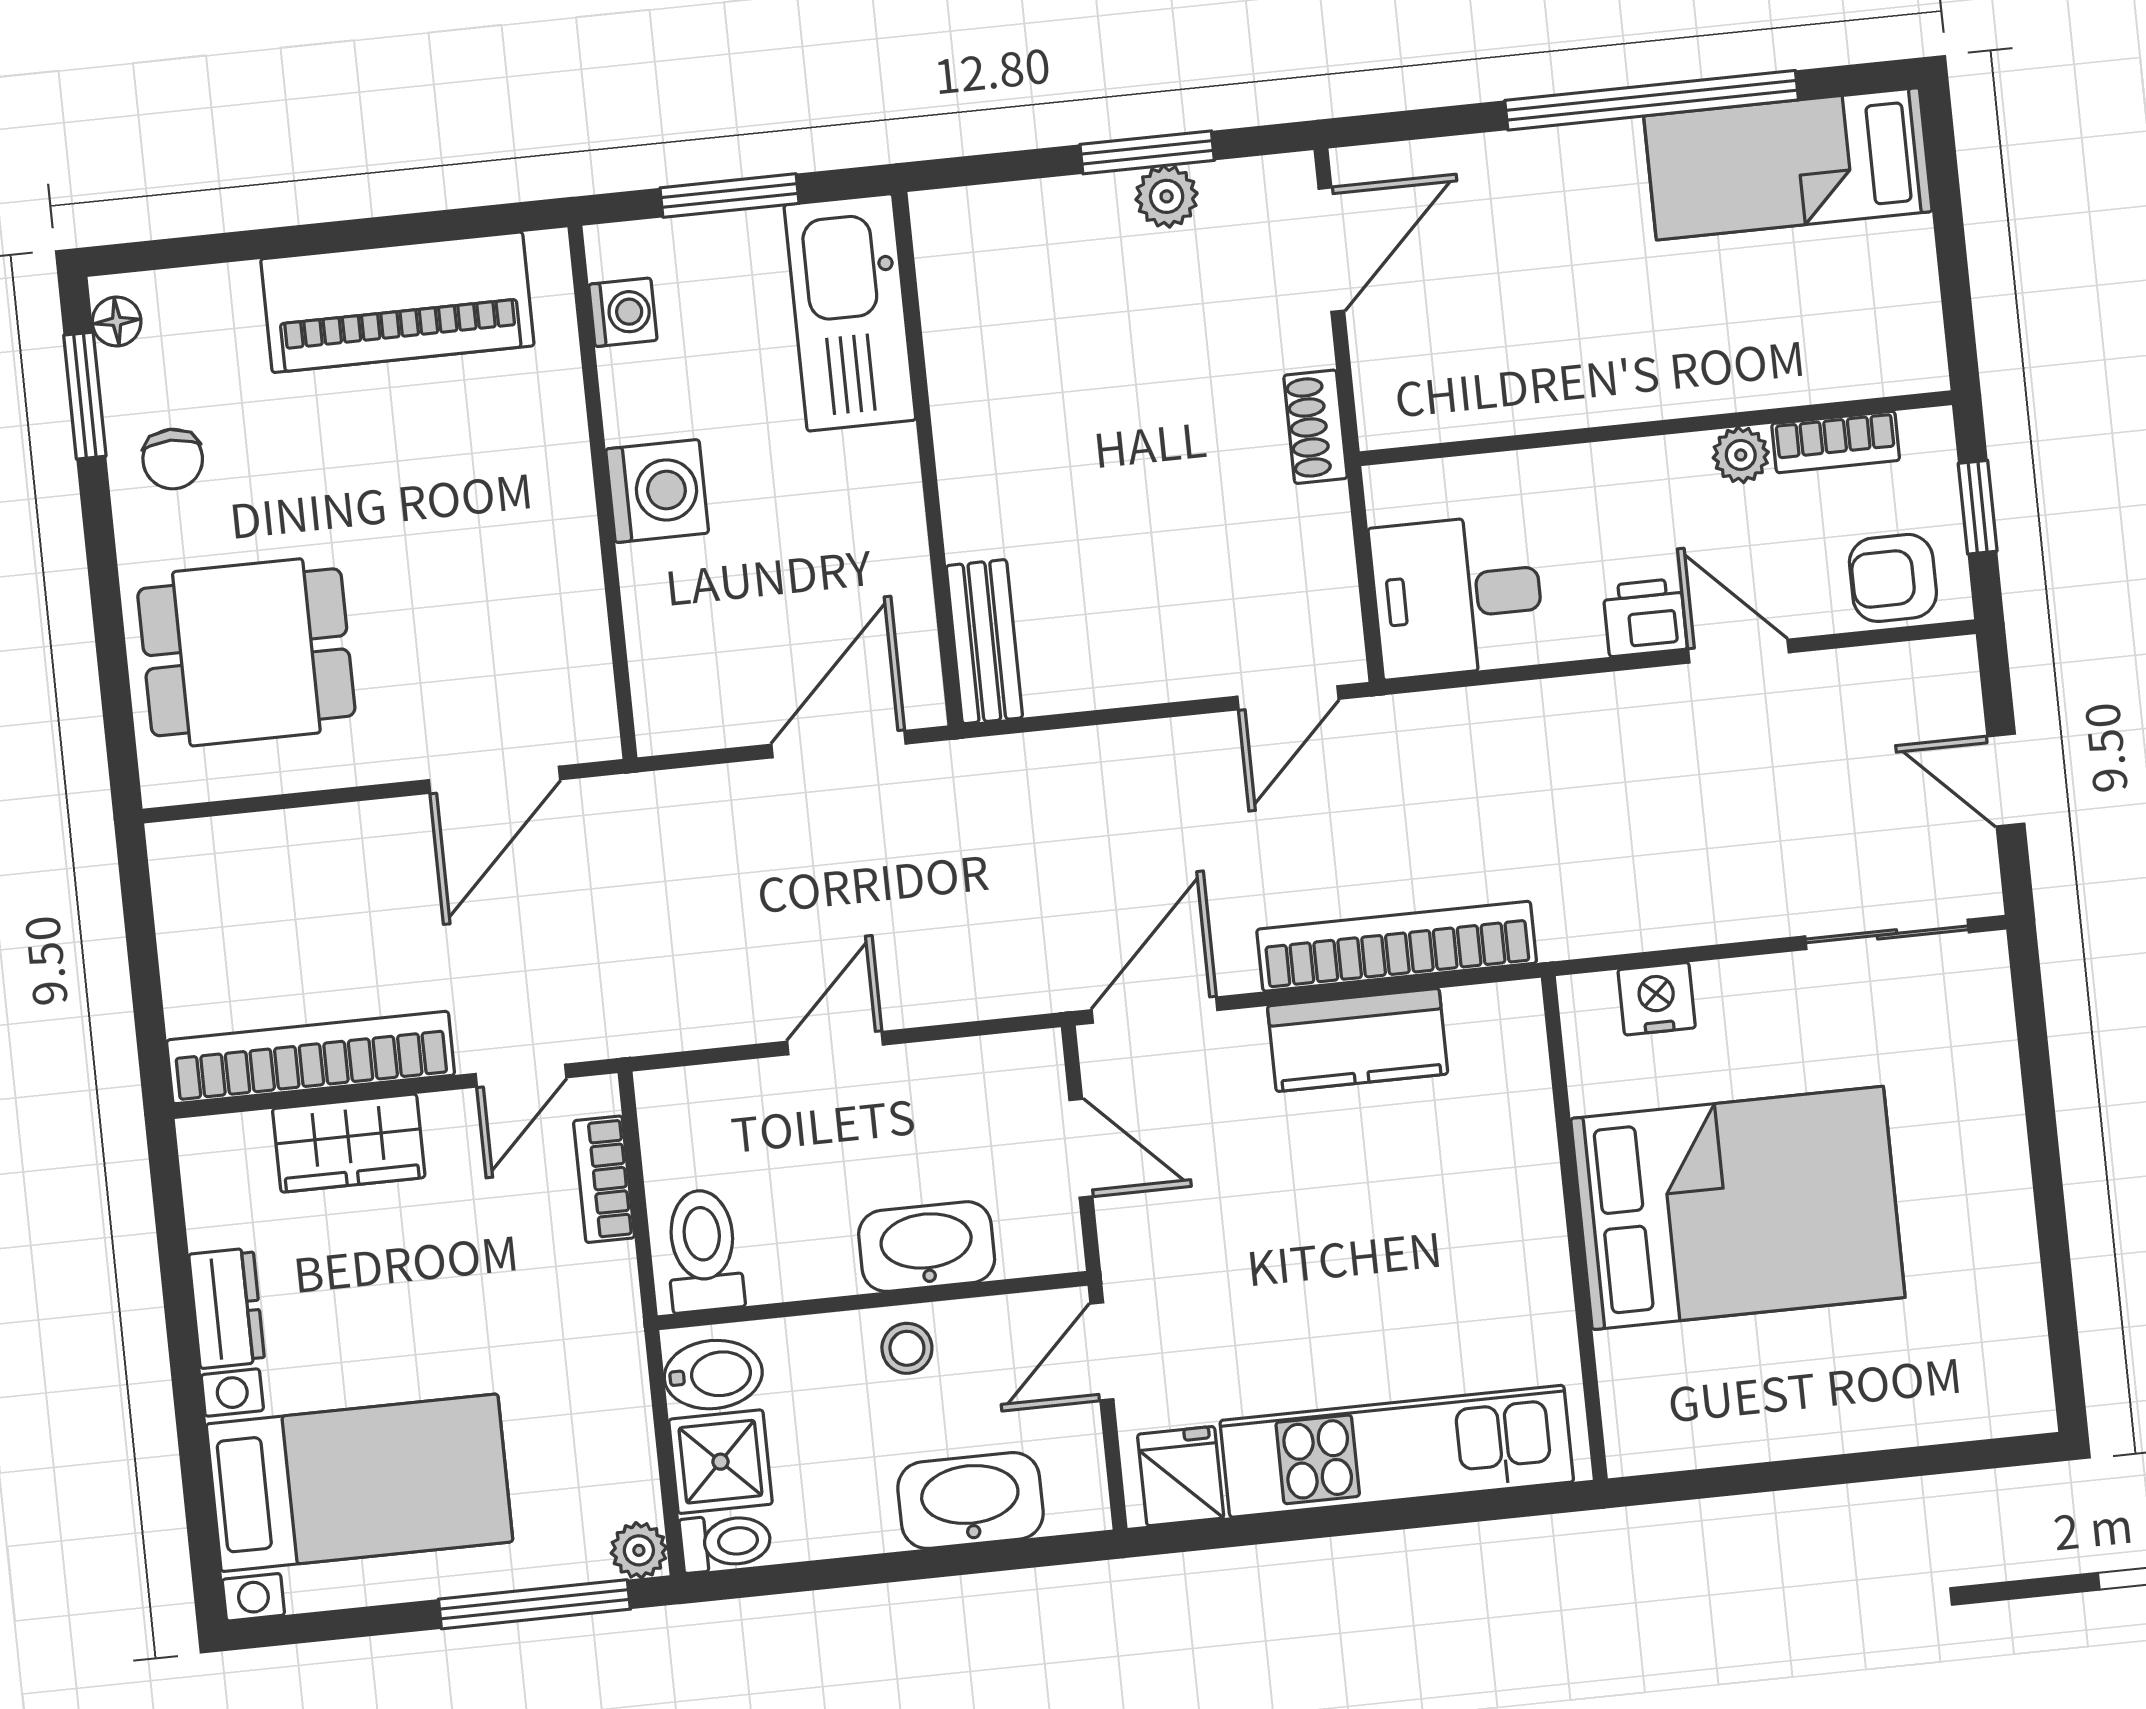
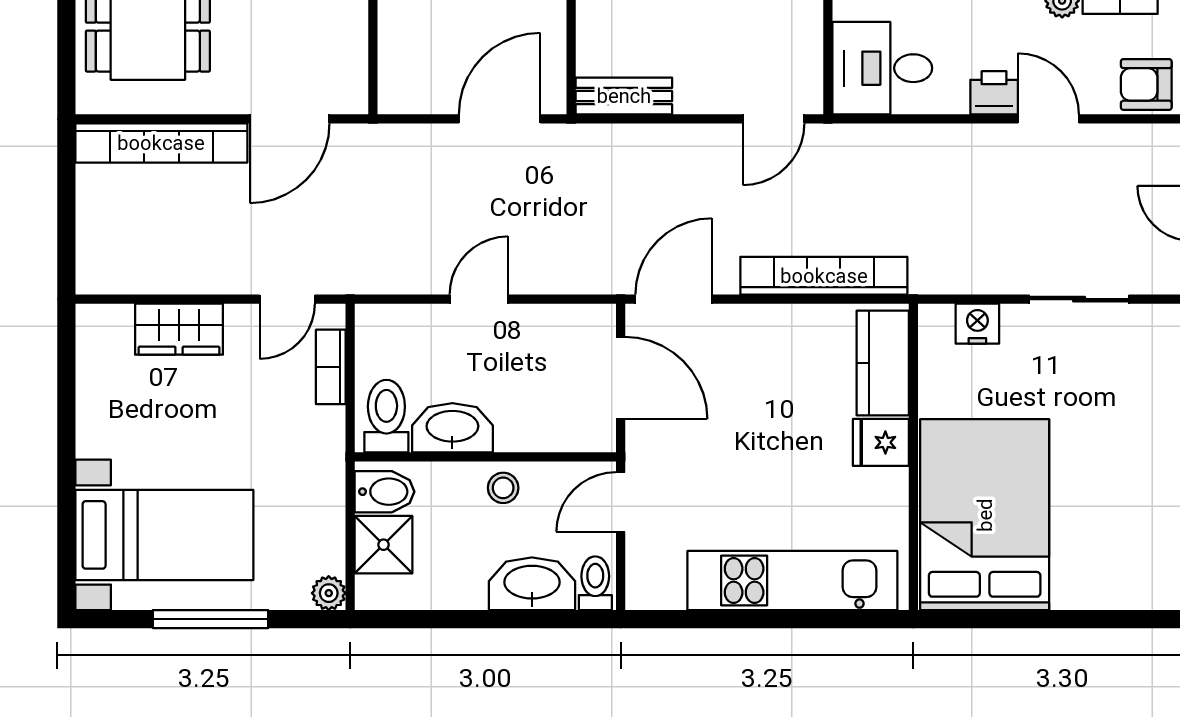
bench: (984, 642) -> (624, 96), moved, turned 90
sliding door: (1887, 934) -> (1079, 299), moved
kitchen counter: (1358, 1040) -> (883, 363), moved, turned 90
bookcase: (311, 1058) -> (161, 143), moved, turned 180
door: (1081, 1148) -> (621, 378), width x1.37
bed: (1738, 1208) -> (985, 515), moved, turned -90
washbasin: (927, 1247) -> (452, 428), moved
dresser: (227, 1308) -> (95, 421), removed
fridge: (1181, 1476) -> (881, 442), moved, turned -90
toilet: (726, 1542) -> (595, 583), moved, turned -90
window: (534, 1604) -> (211, 619), moved

